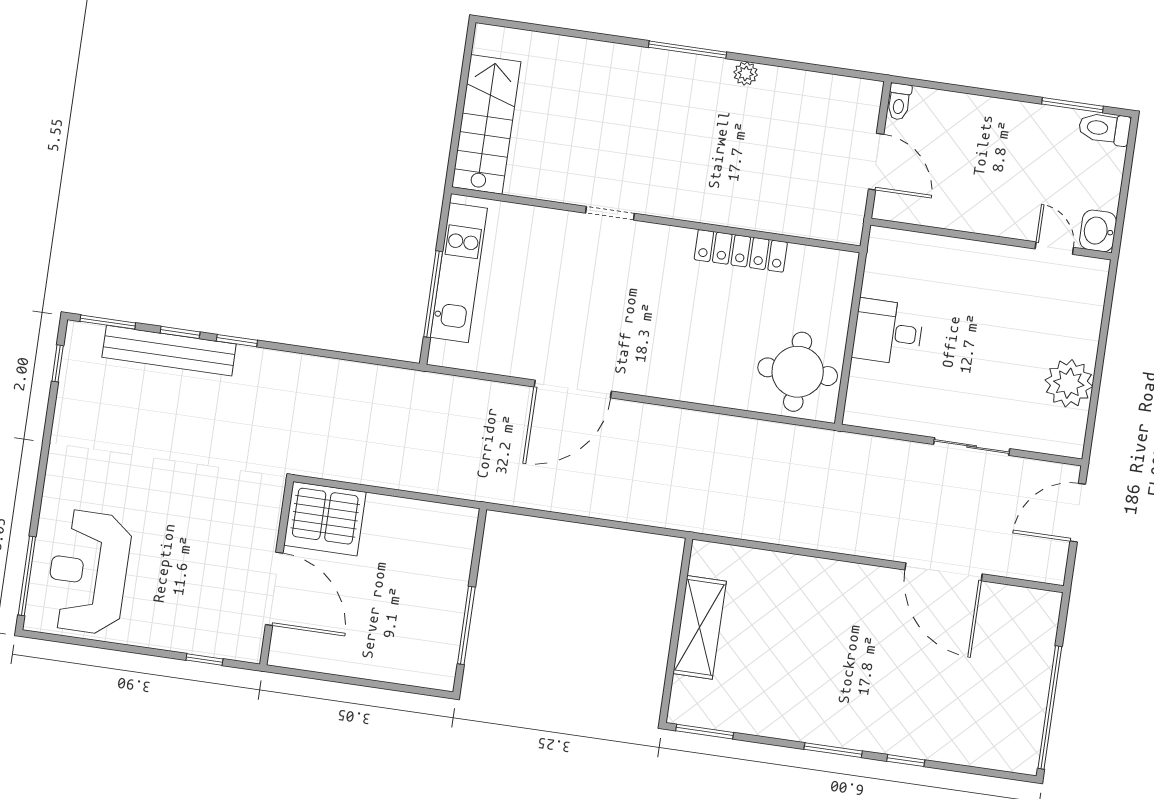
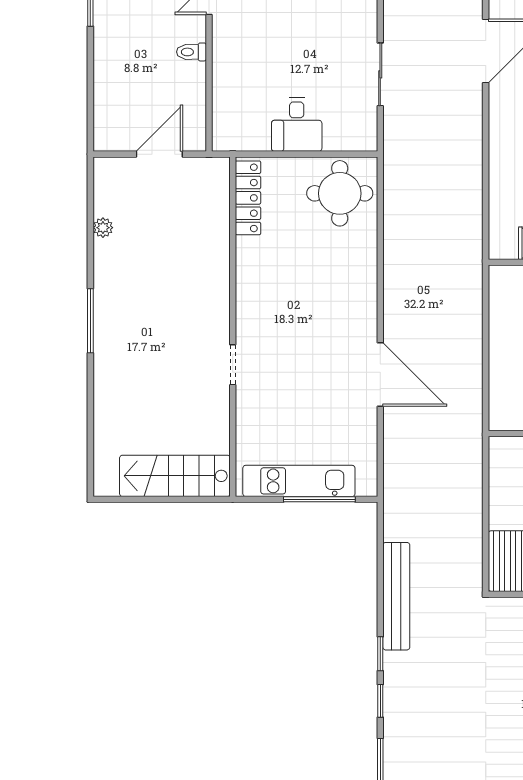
plant: (746, 74) -> (103, 228), moved
toilet: (899, 102) -> (192, 52), moved, turned 180
locker: (741, 251) -> (248, 198), moved
bench: (169, 351) -> (396, 596), moved
sliding door: (972, 447) -> (380, 74), moved

